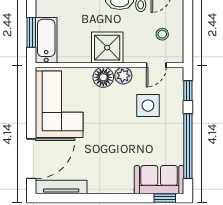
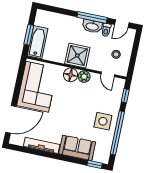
door: (156, 65) -> (108, 74), hinge flipped
side table: (148, 106) -> (103, 121), moved
sofa: (159, 180) -> (77, 148), moved
tv unit: (61, 187) -> (42, 145), moved

